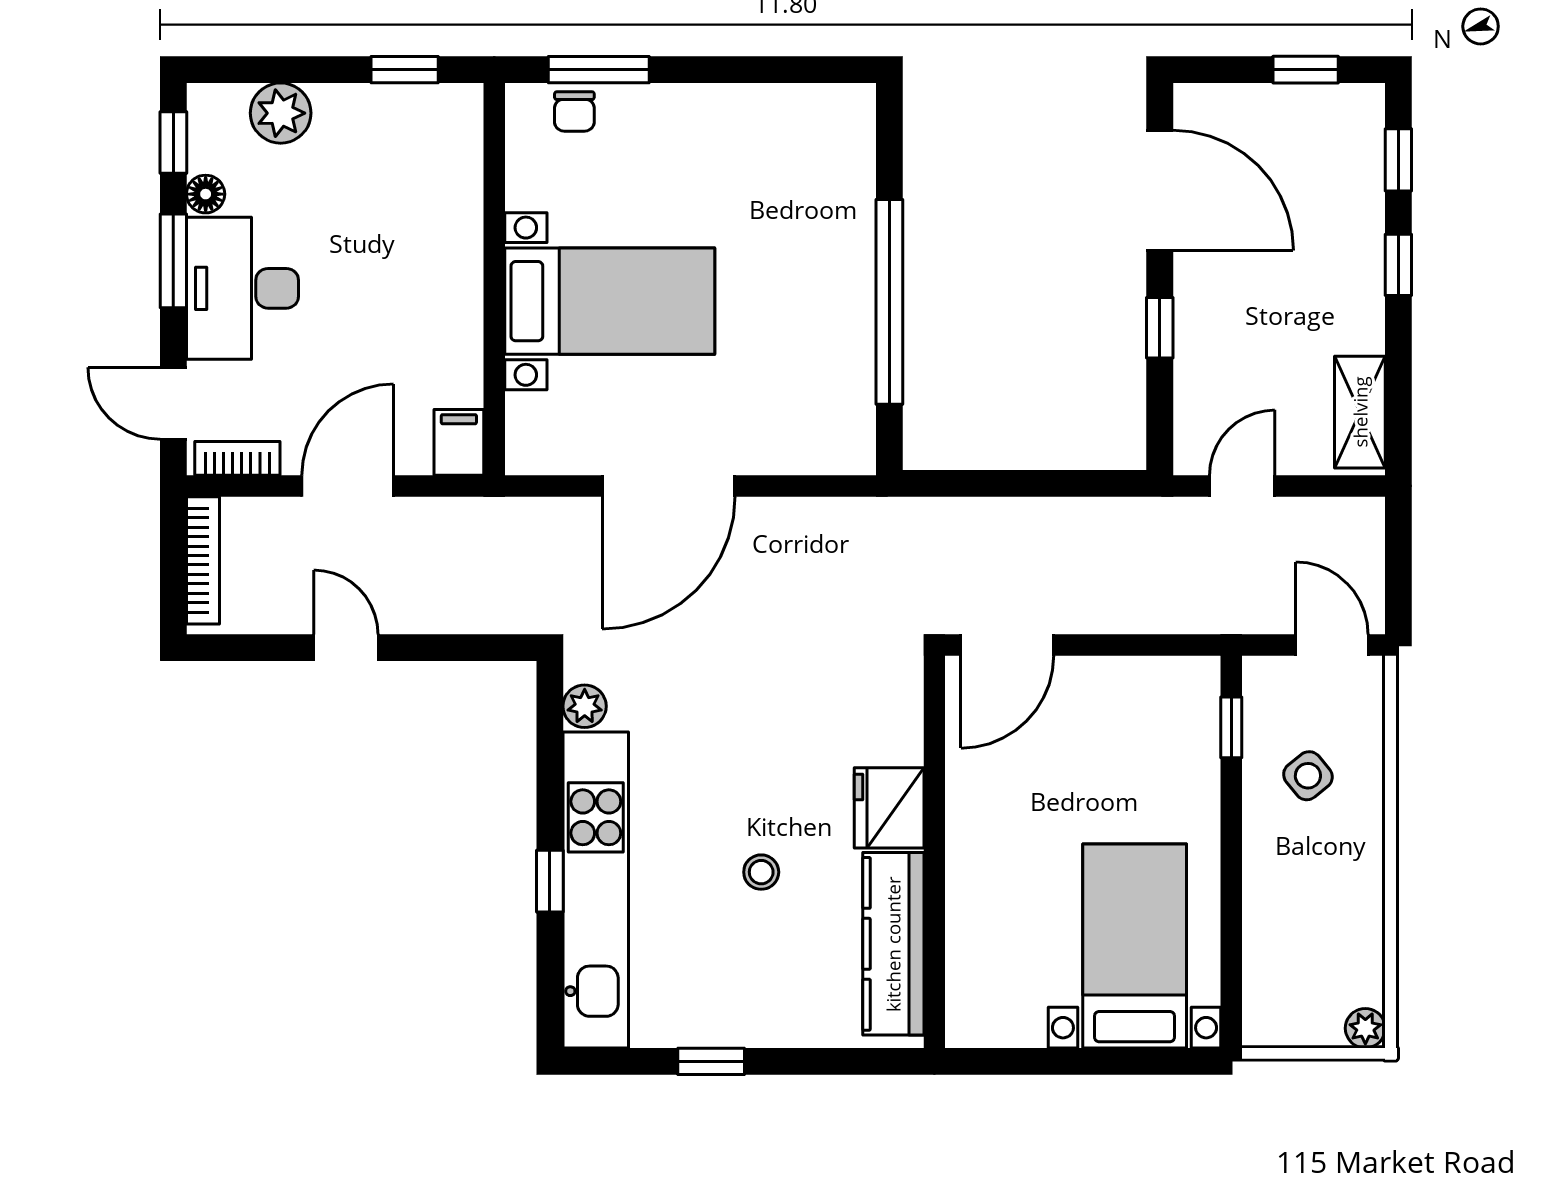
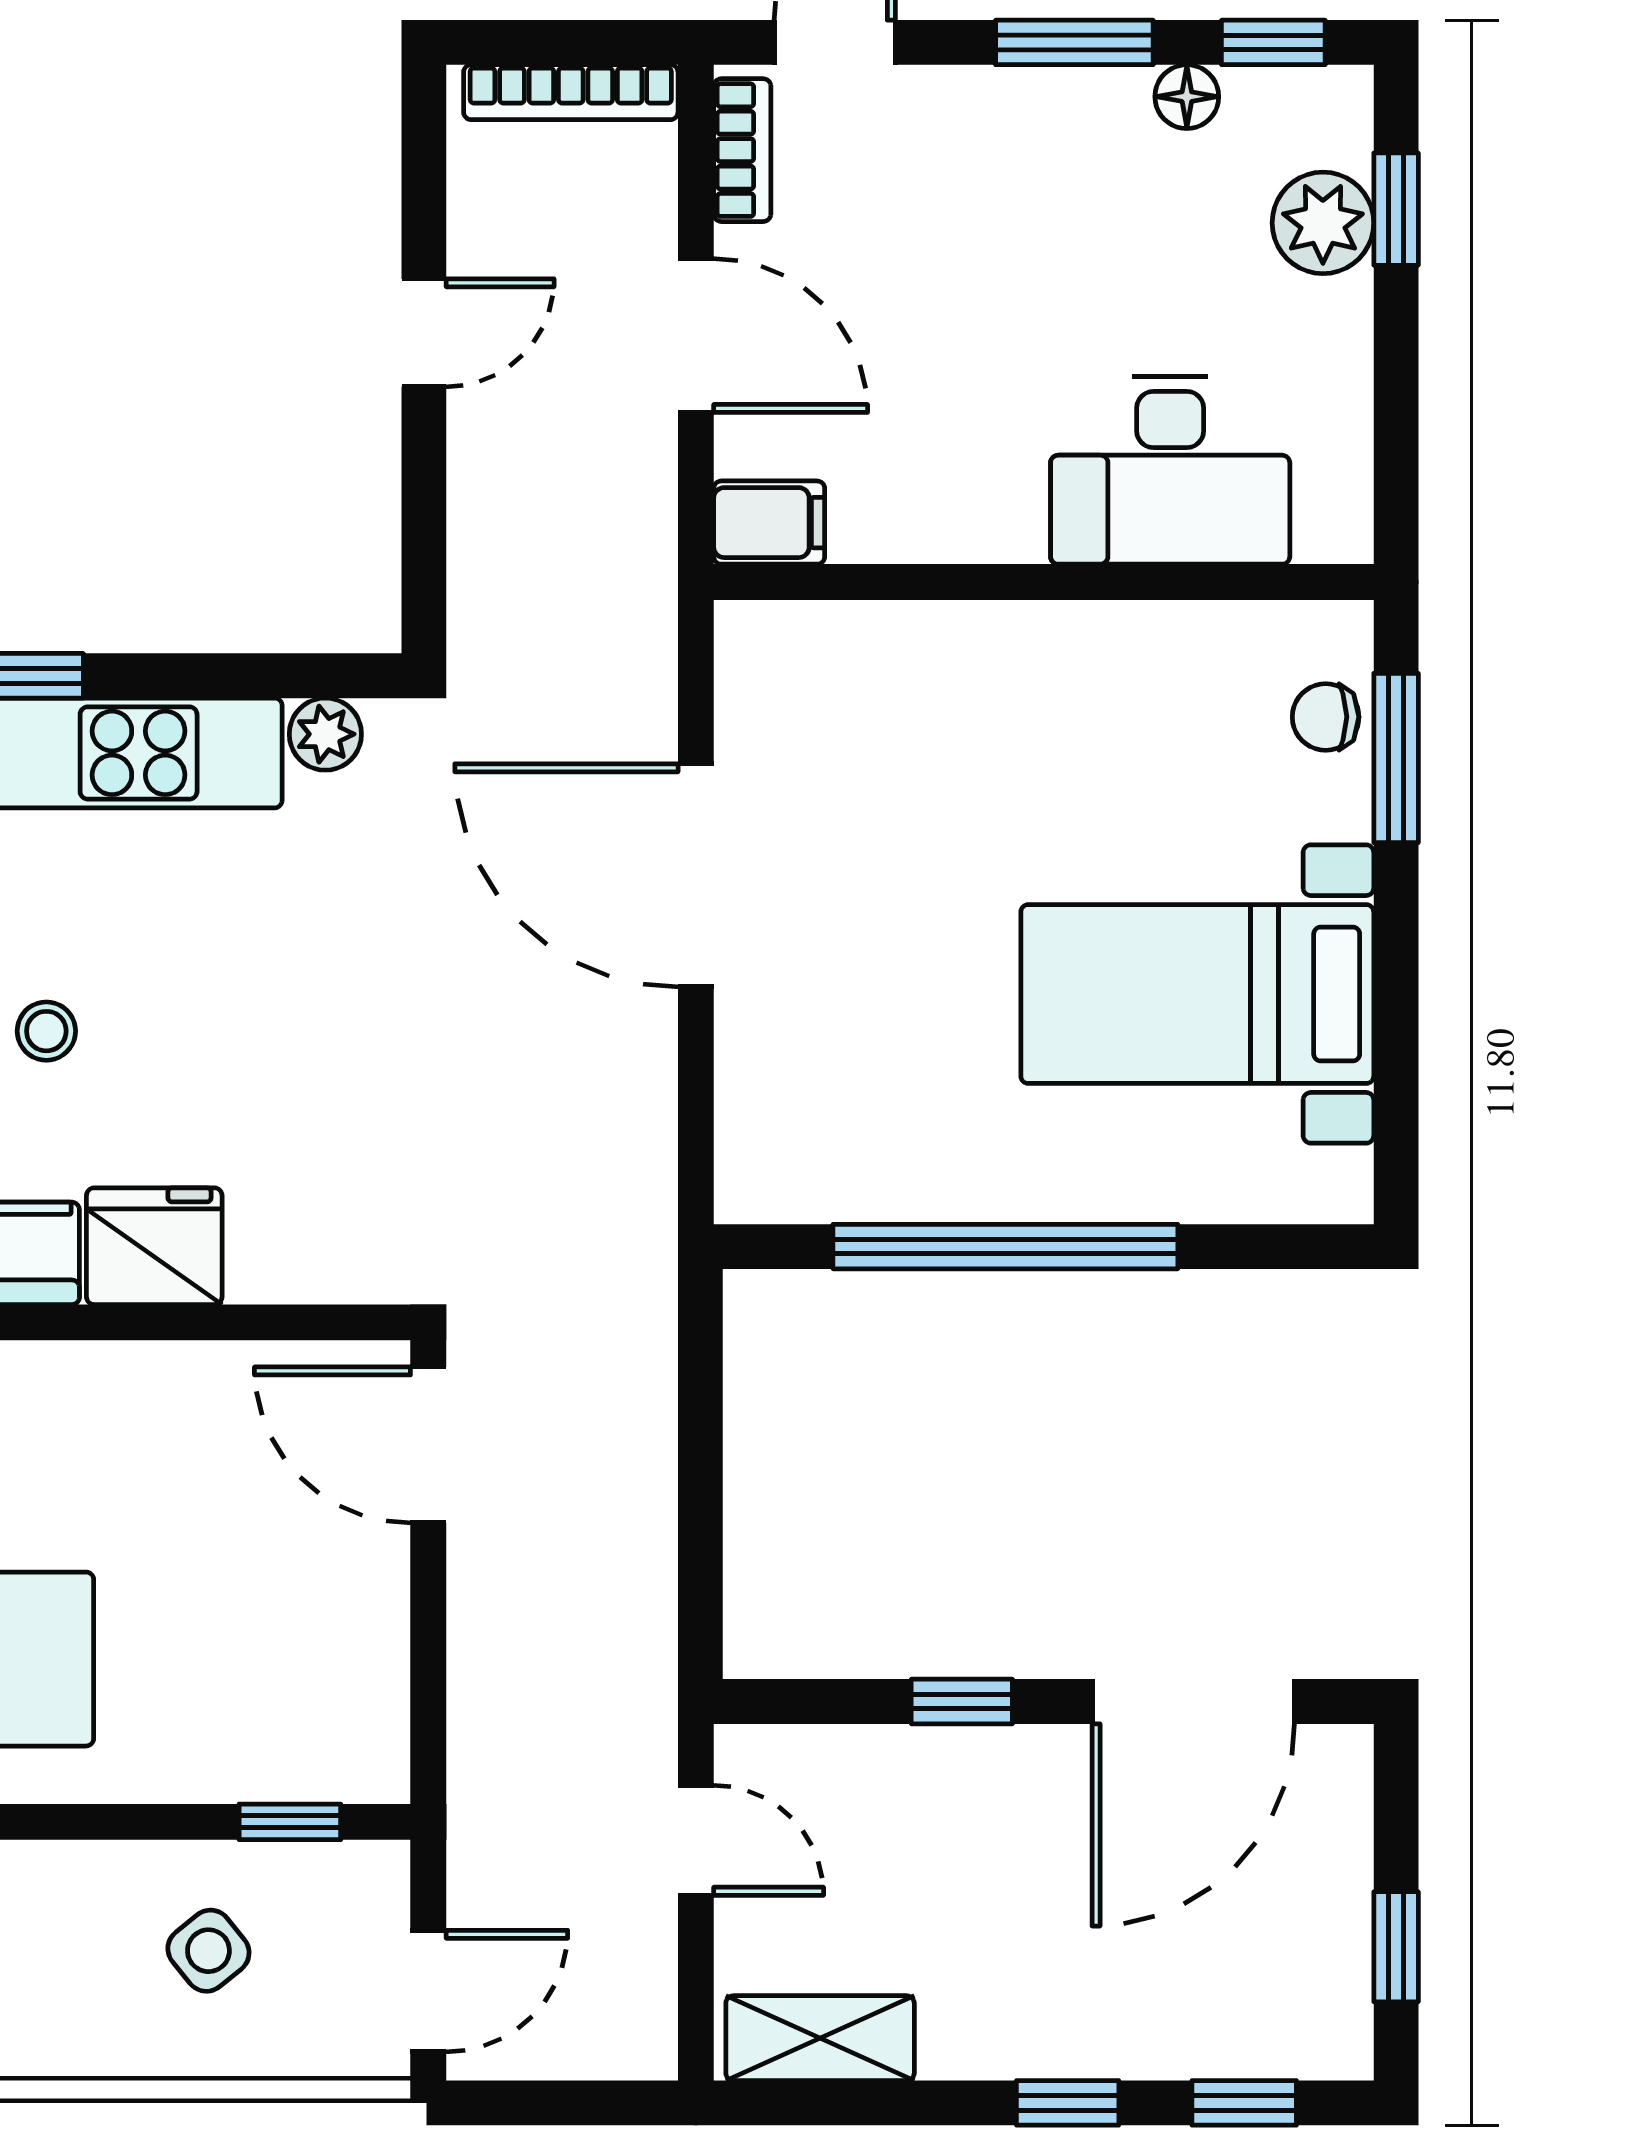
window: (405, 70) -> (1396, 209), moved
desk: (242, 288) -> (1170, 470), moved, turned 180
bed with nightstands: (610, 301) -> (1197, 994), moved, turned 90

